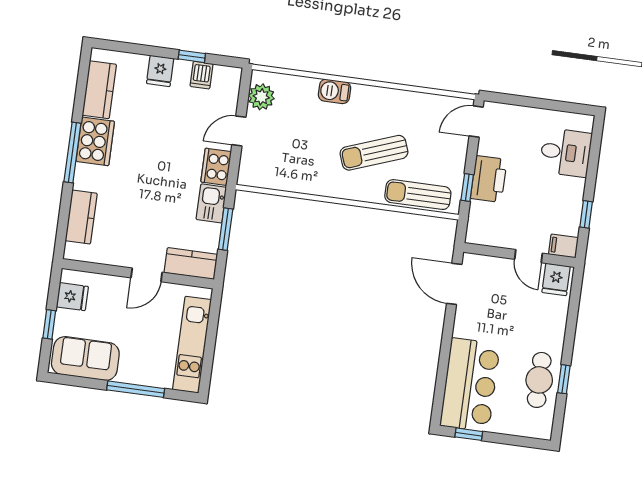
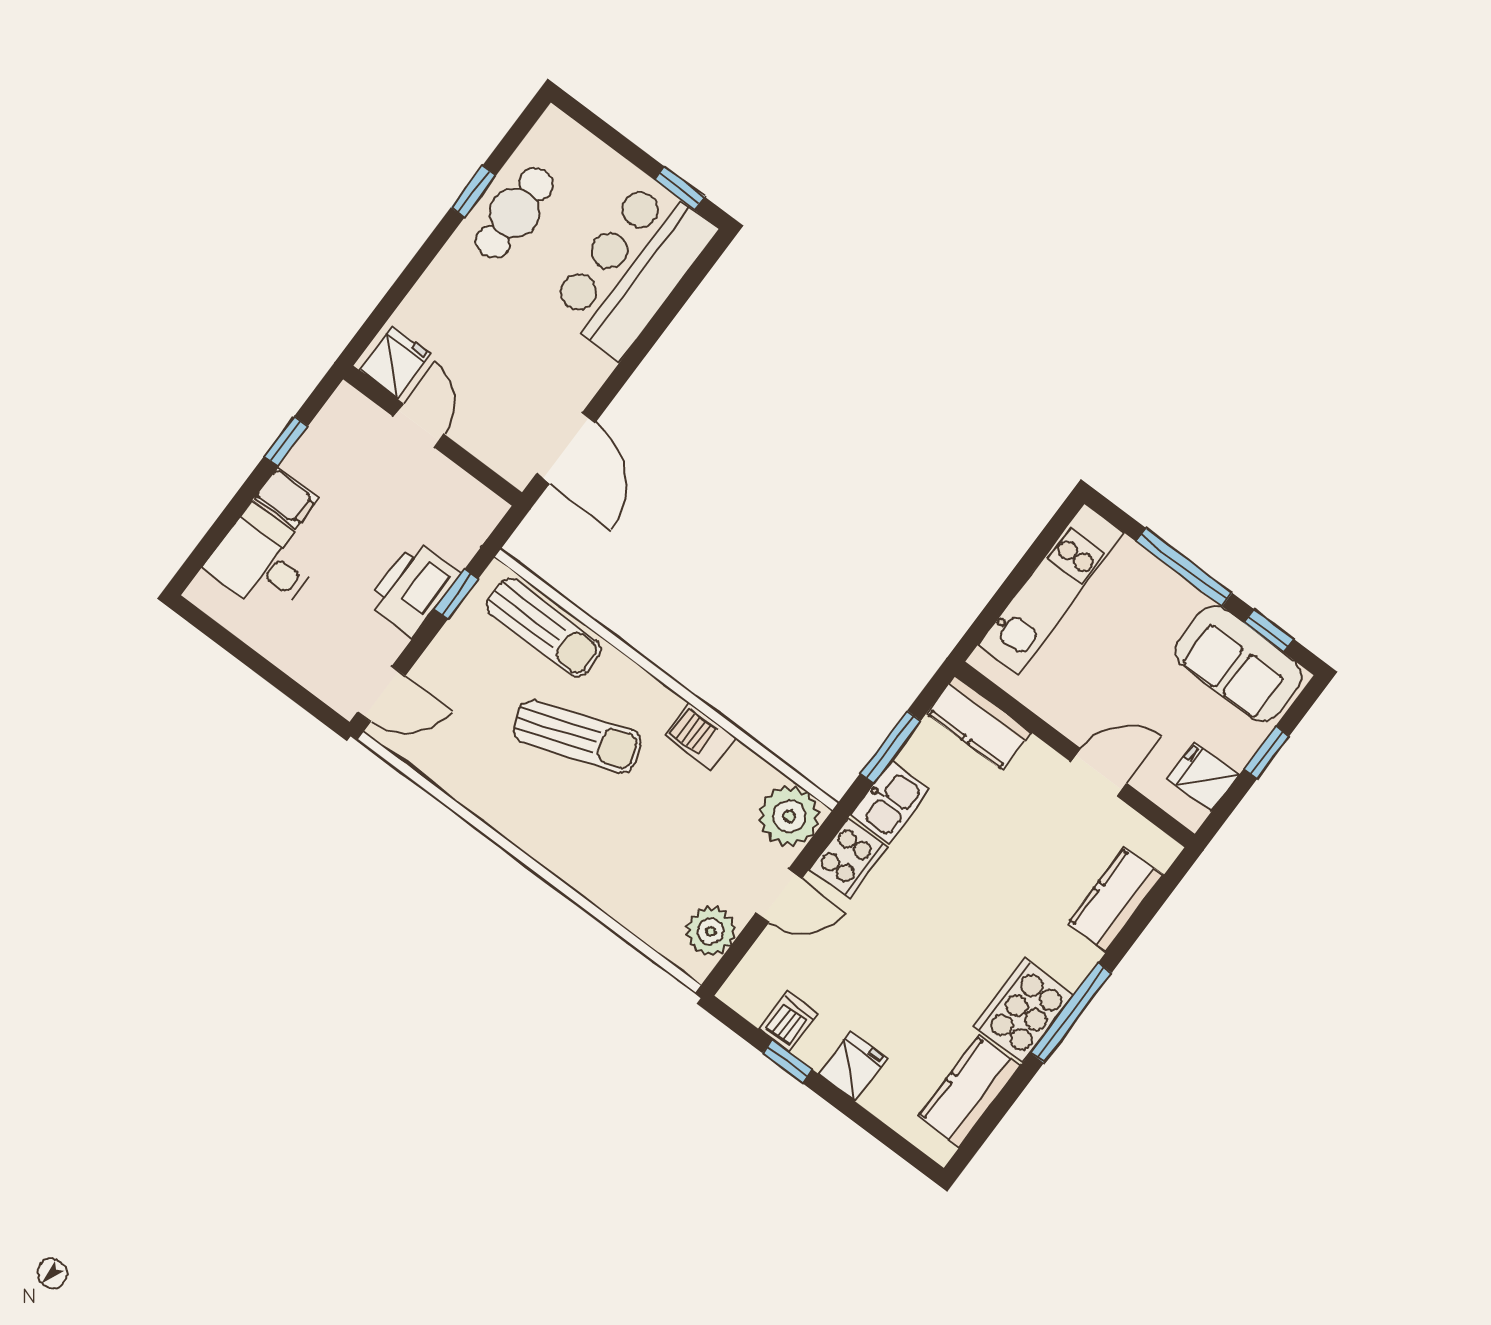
barbecue: (334, 91) -> (700, 737), moved, turned 180
plant: (255, 171) -> (789, 816), added
filing cabinet: (563, 246) -> (286, 498), moved
door: (147, 275) -> (1099, 772), moved
window: (80, 382) -> (1269, 631), added

